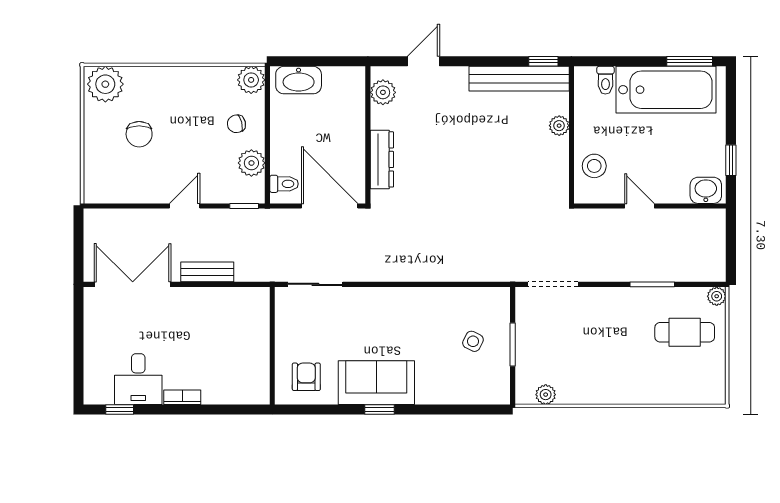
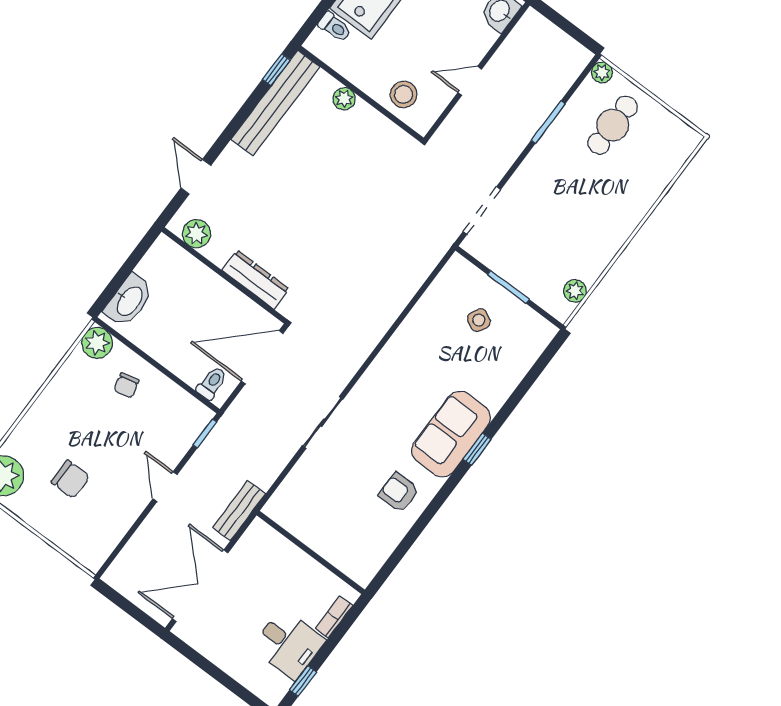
plant: (251, 163) -> (171, 398), removed
wall: (272, 346) -> (311, 552), moved

